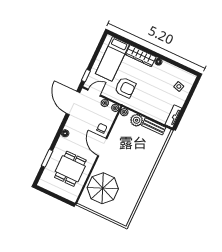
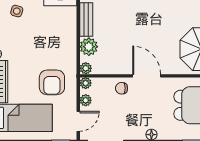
armchair: (125, 88) -> (52, 82), turned 180
door: (94, 93) -> (78, 121), swing flipped
door: (102, 147) -> (147, 76), swing flipped

